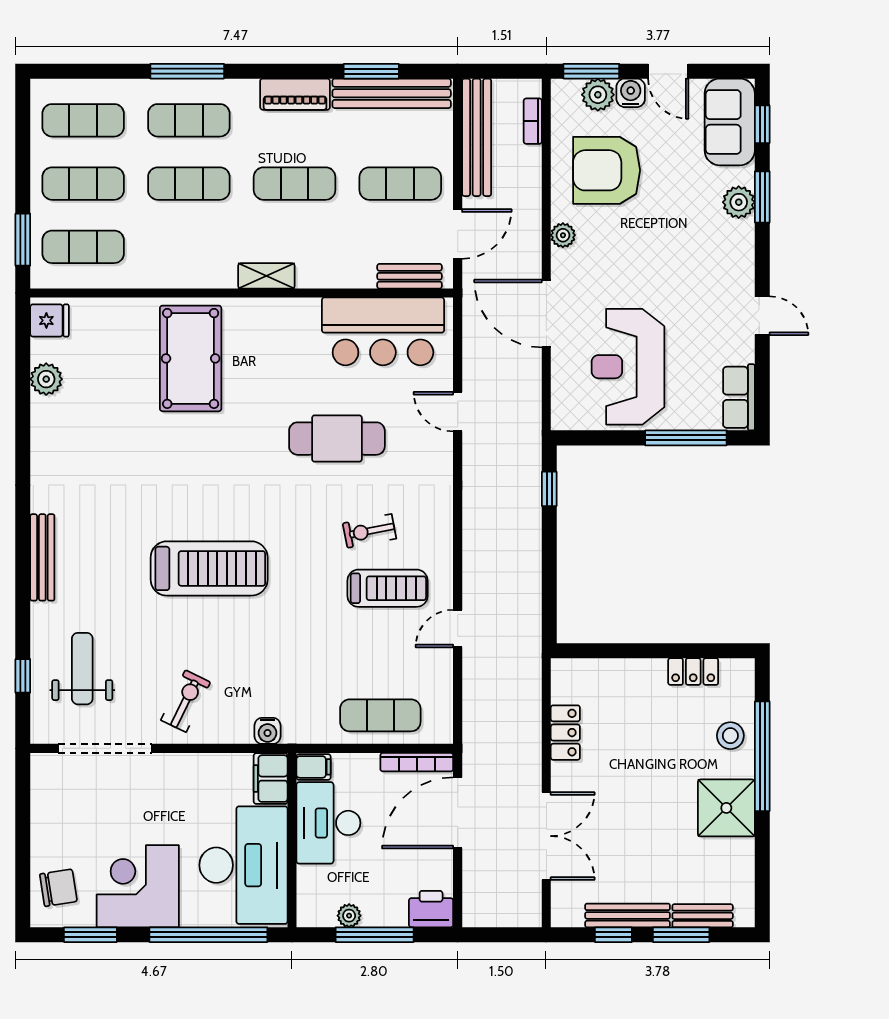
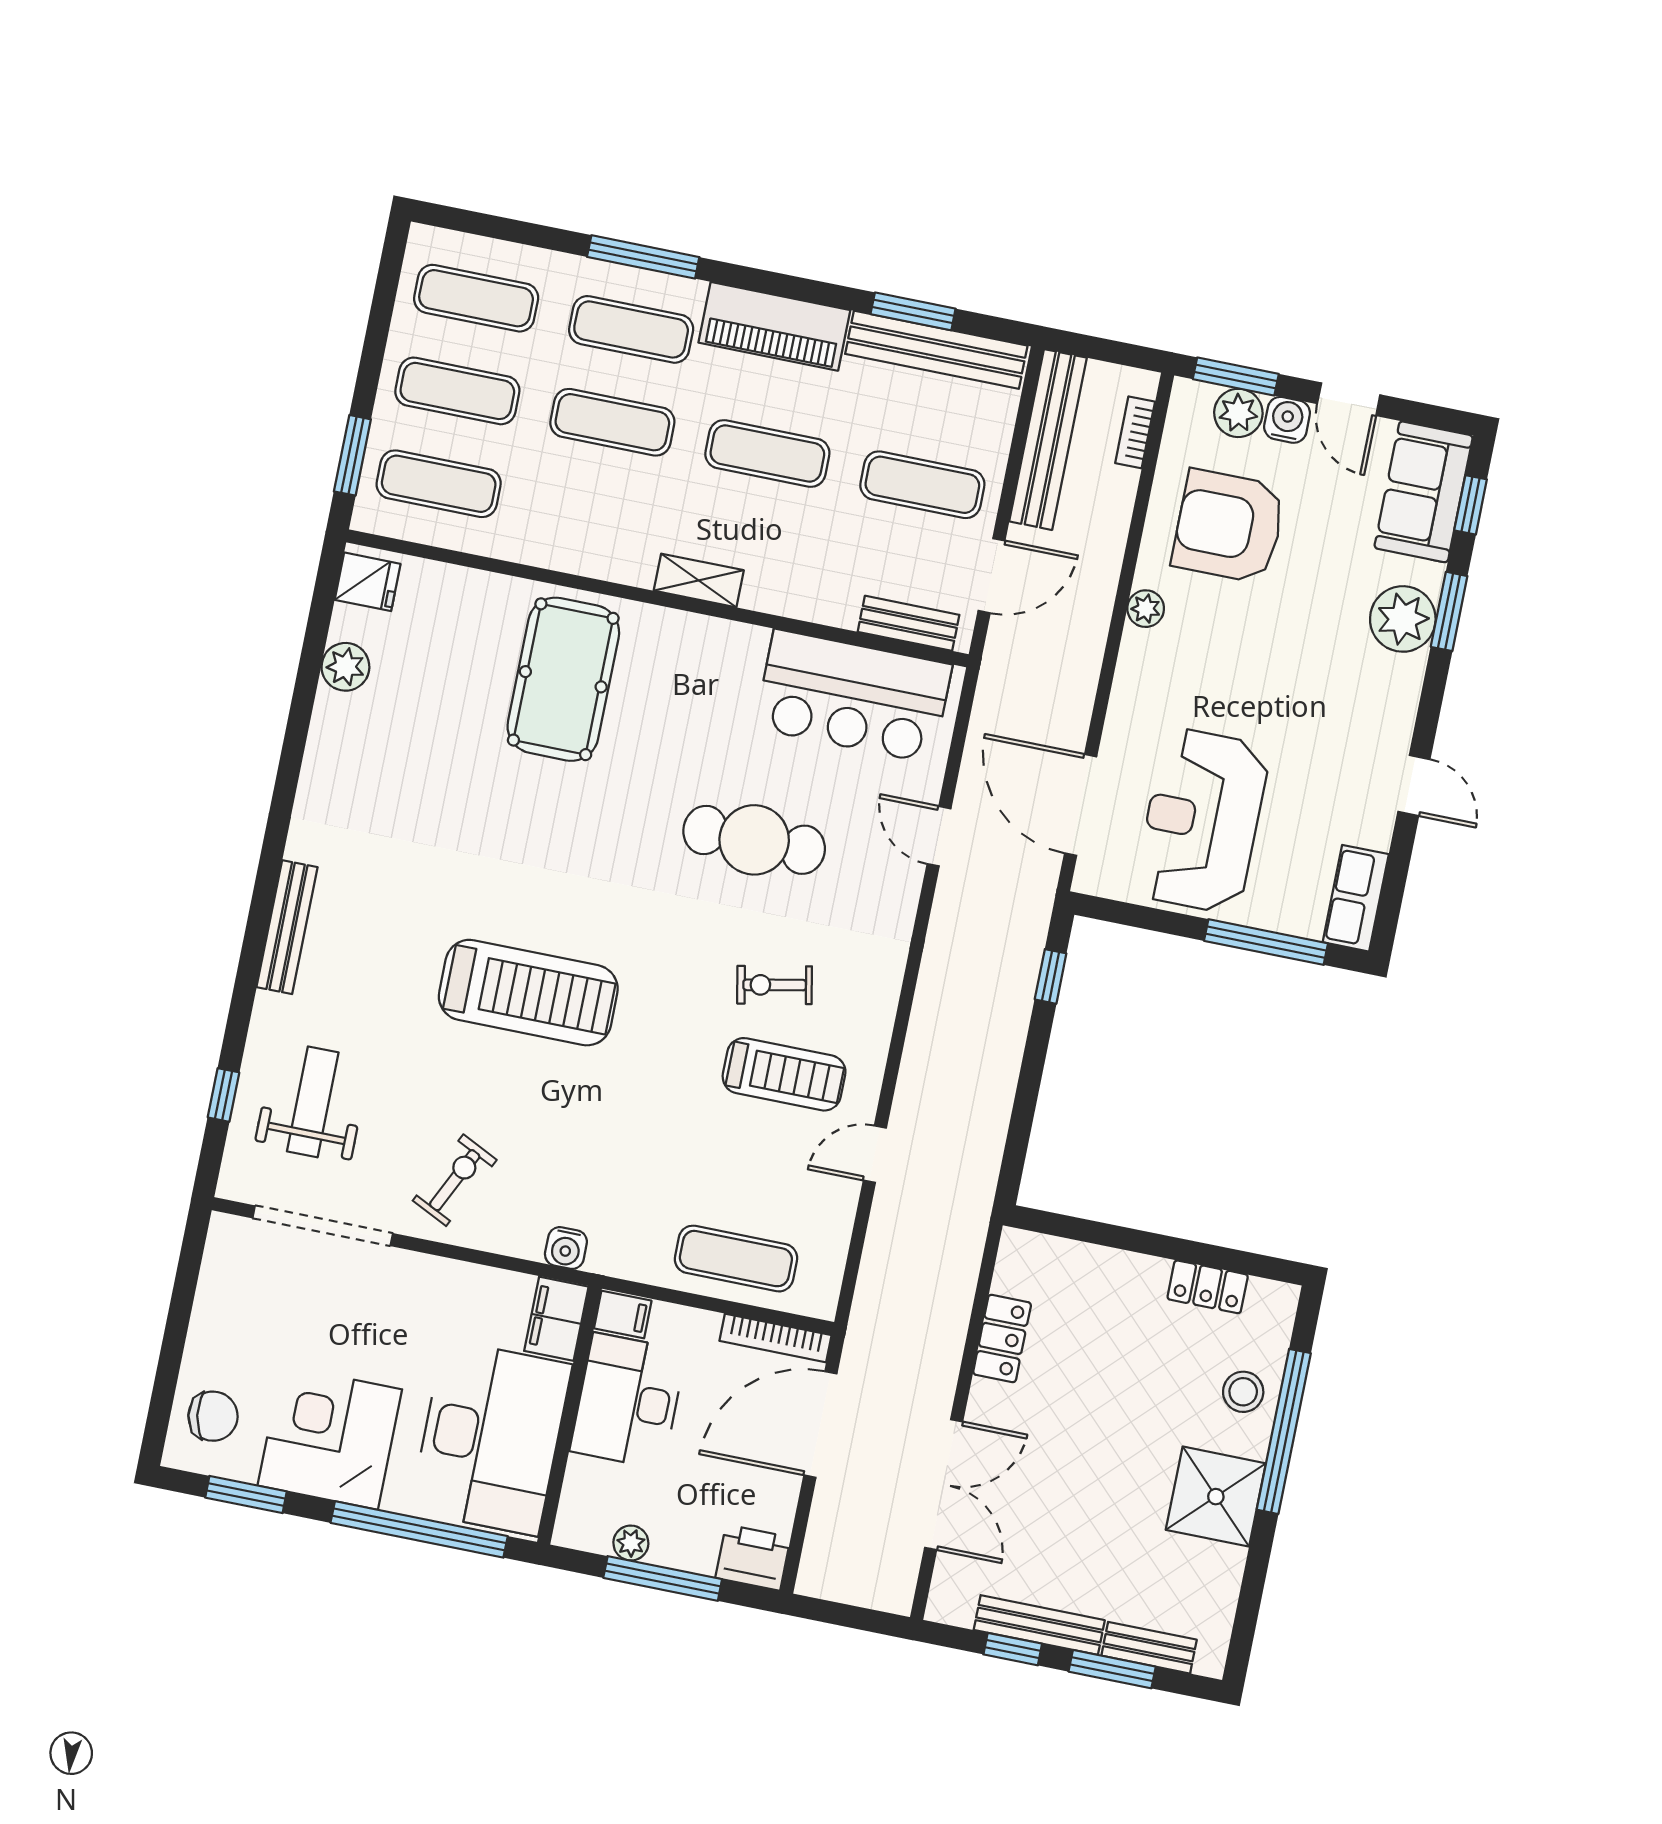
piano: (295, 94) -> (774, 326), width x1.37, depth x1.33
plant: (739, 202) -> (1403, 619), width x1.36, depth x1.36
door: (546, 314) -> (1081, 805), moved

